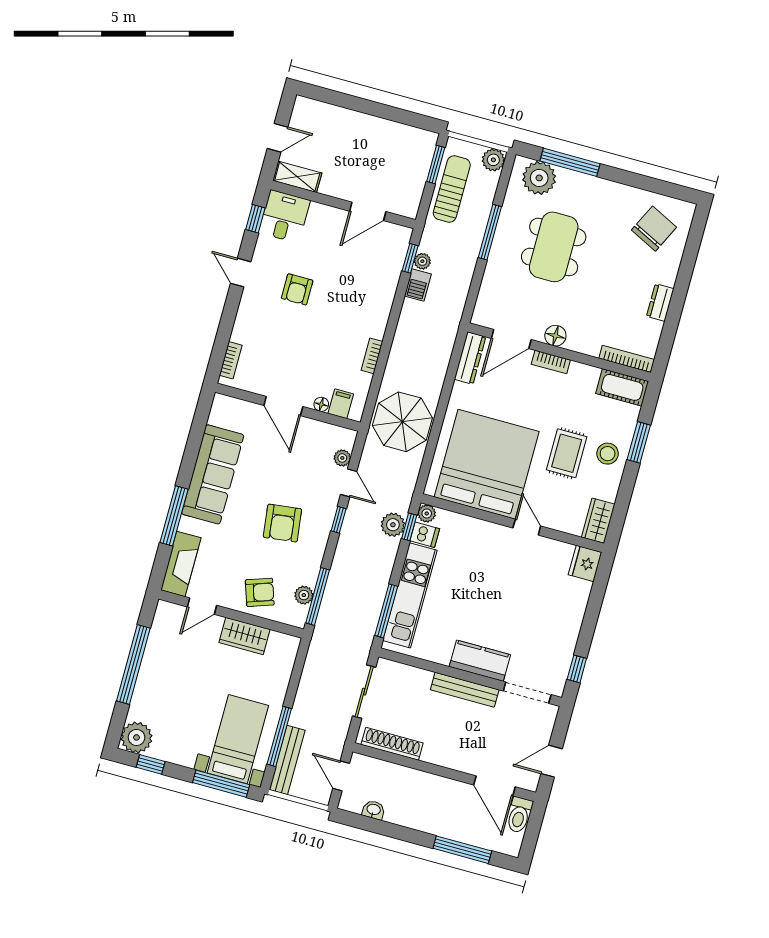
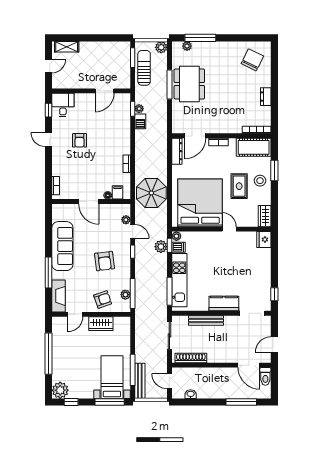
shelving: (297, 177) -> (67, 47), moved
plant: (539, 178) -> (187, 46), width x0.53, depth x0.53
dining table: (554, 247) -> (189, 84), moved
floor lamp: (555, 336) -> (217, 128), removed
cot: (622, 387) -> (254, 147), width x1.37, depth x1.34
bench: (465, 690) -> (206, 320), moved

